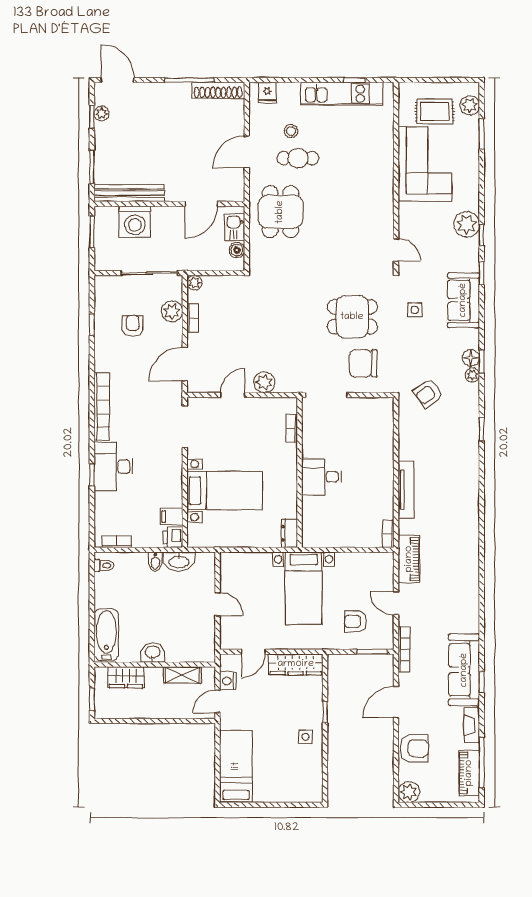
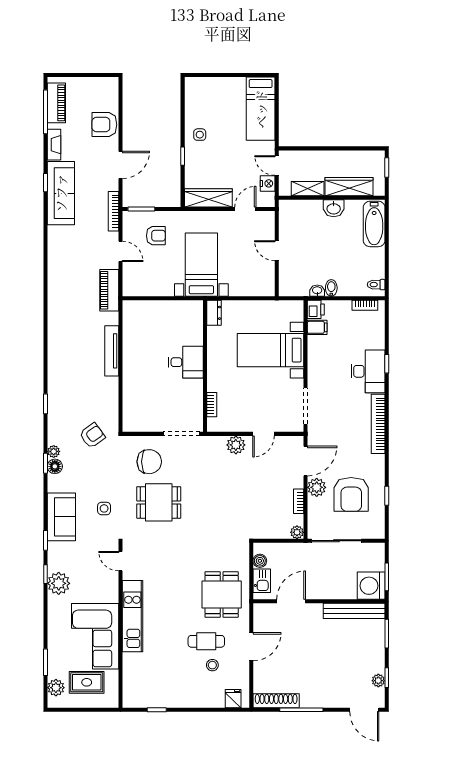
kitchen unit: (342, 94) -> (132, 616), moved, turned 90
washing machine: (135, 222) -> (371, 586), moved, turned -90
plant: (172, 311) -> (317, 487), moved
armchair: (133, 326) -> (351, 494), width x1.88, depth x1.88
bookcase: (388, 534) -> (127, 312), removed
washbasin: (179, 562) -> (317, 291), width x0.52, depth x0.69
wardrobe: (126, 677) -> (349, 187), width x1.50
door: (218, 701) -> (277, 166), swing flipped
plant: (409, 792) -> (109, 86), removed

